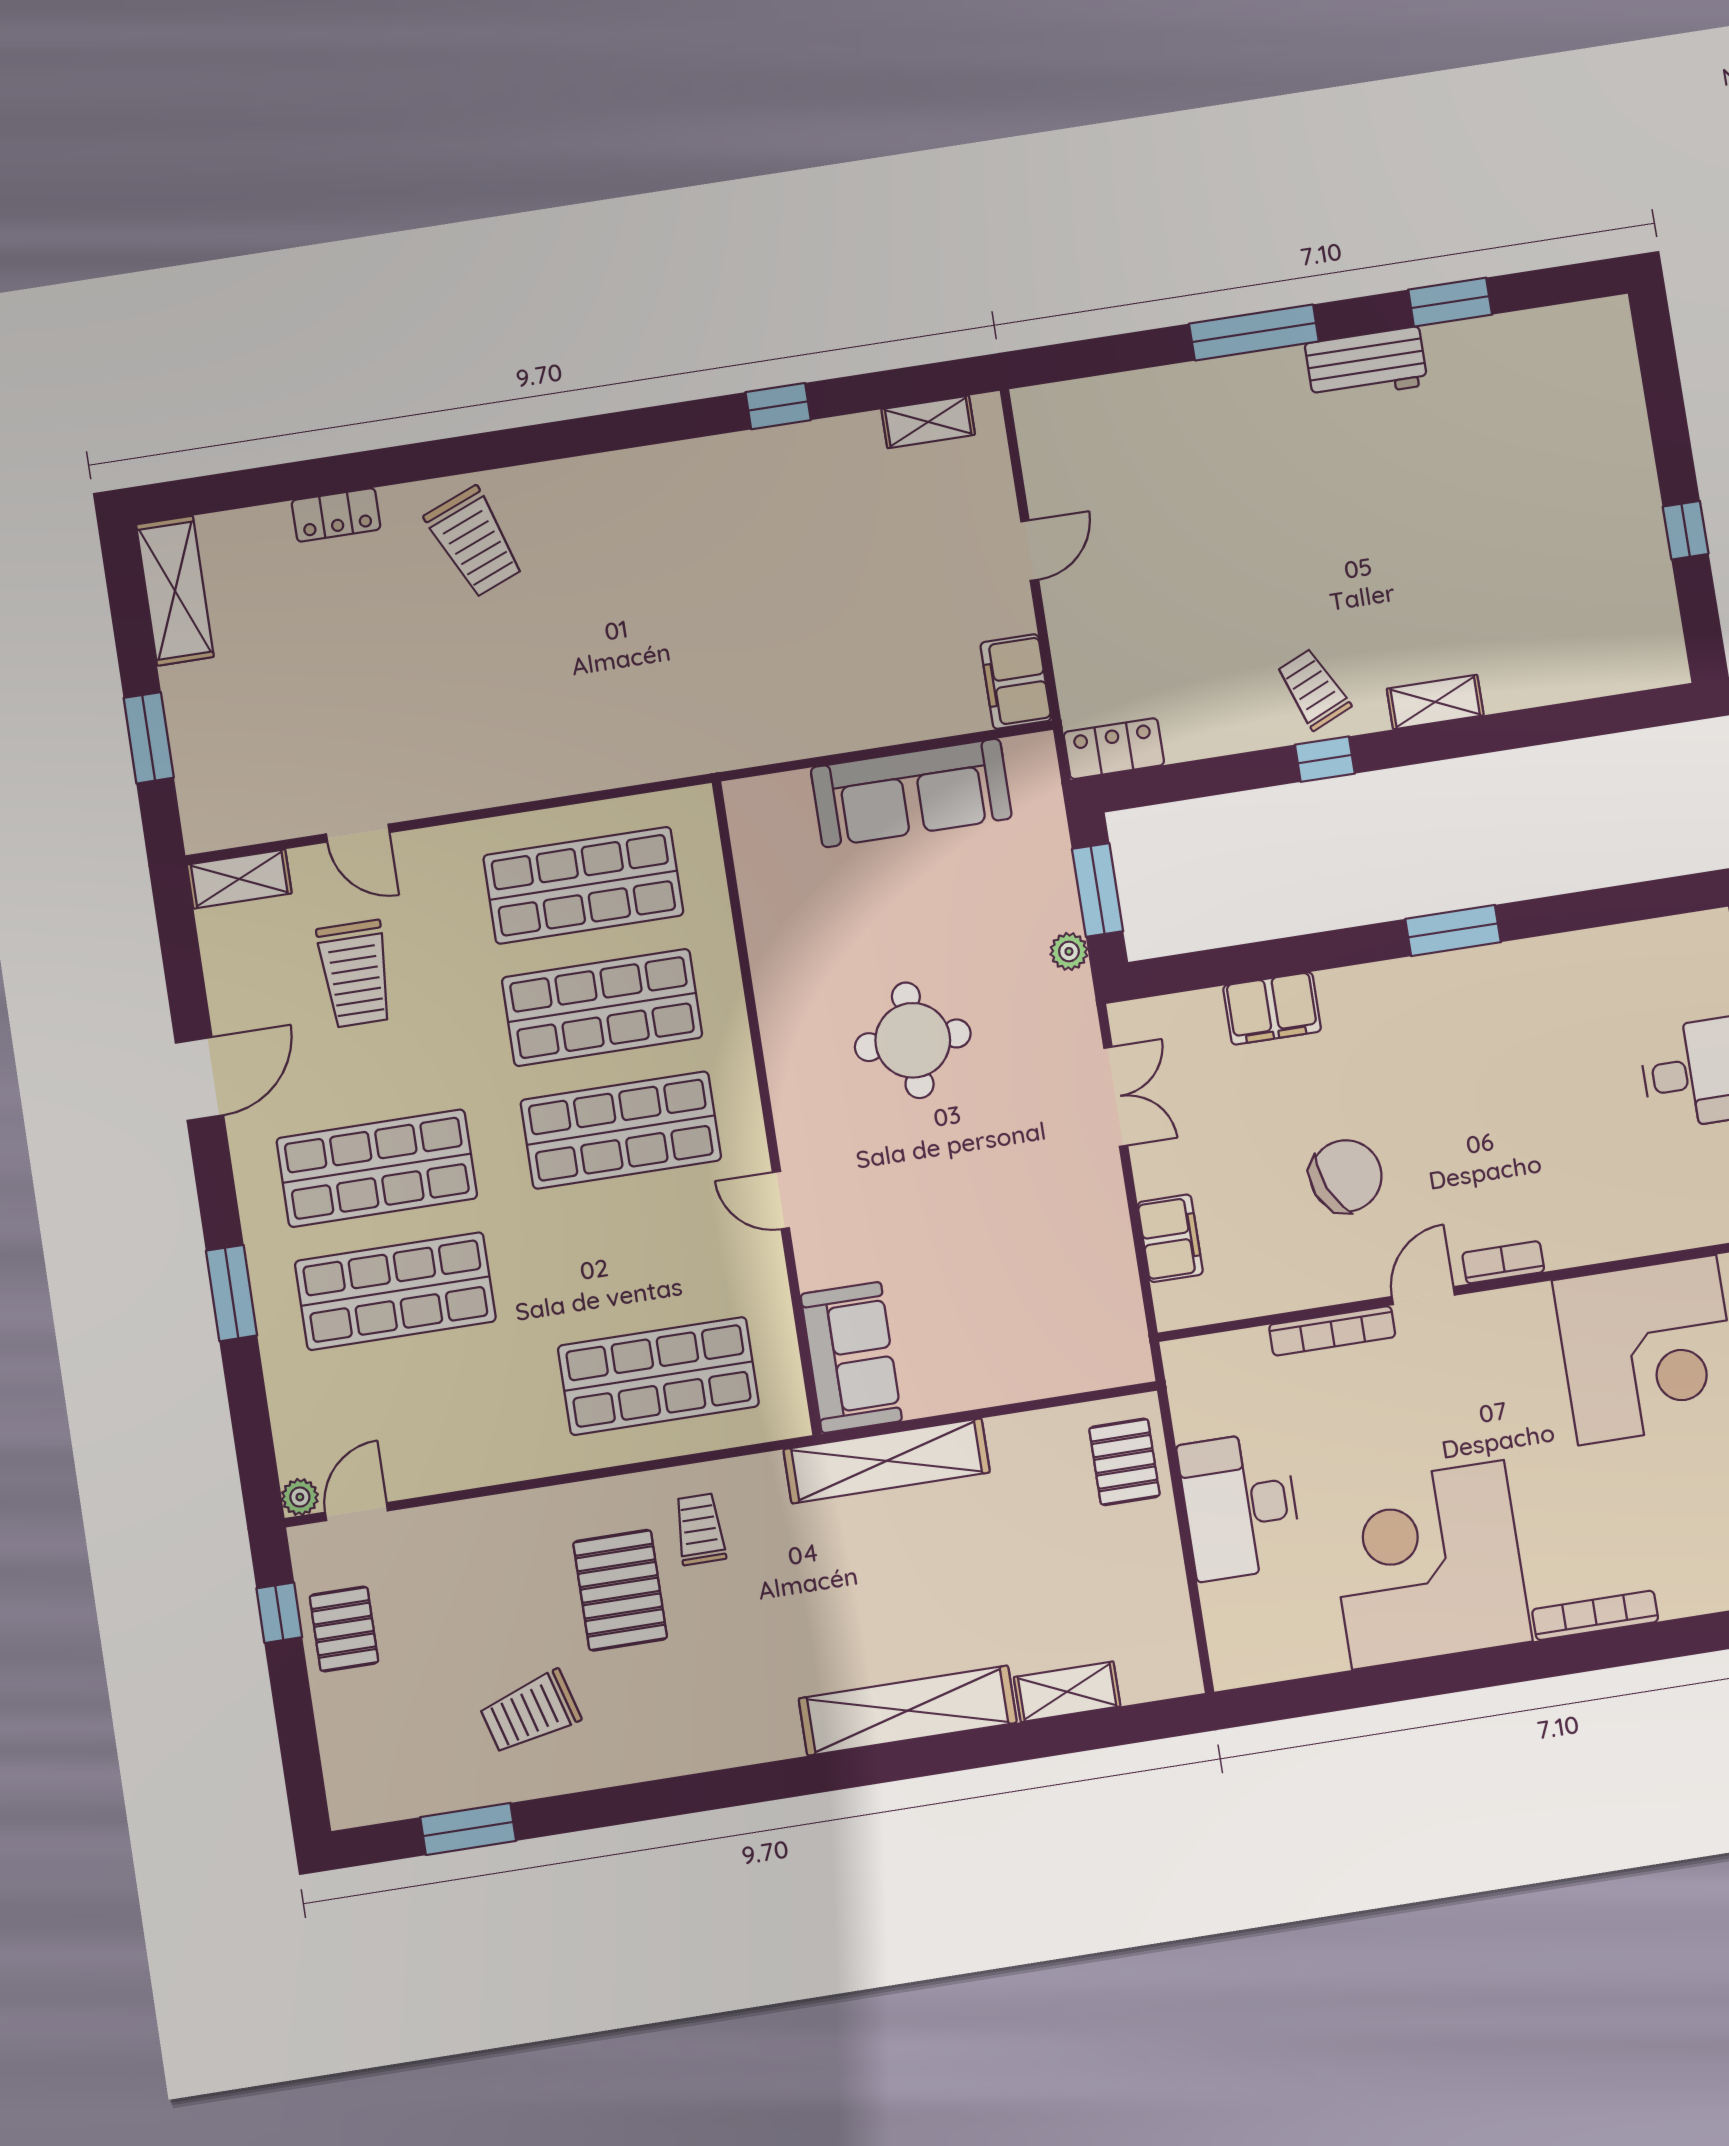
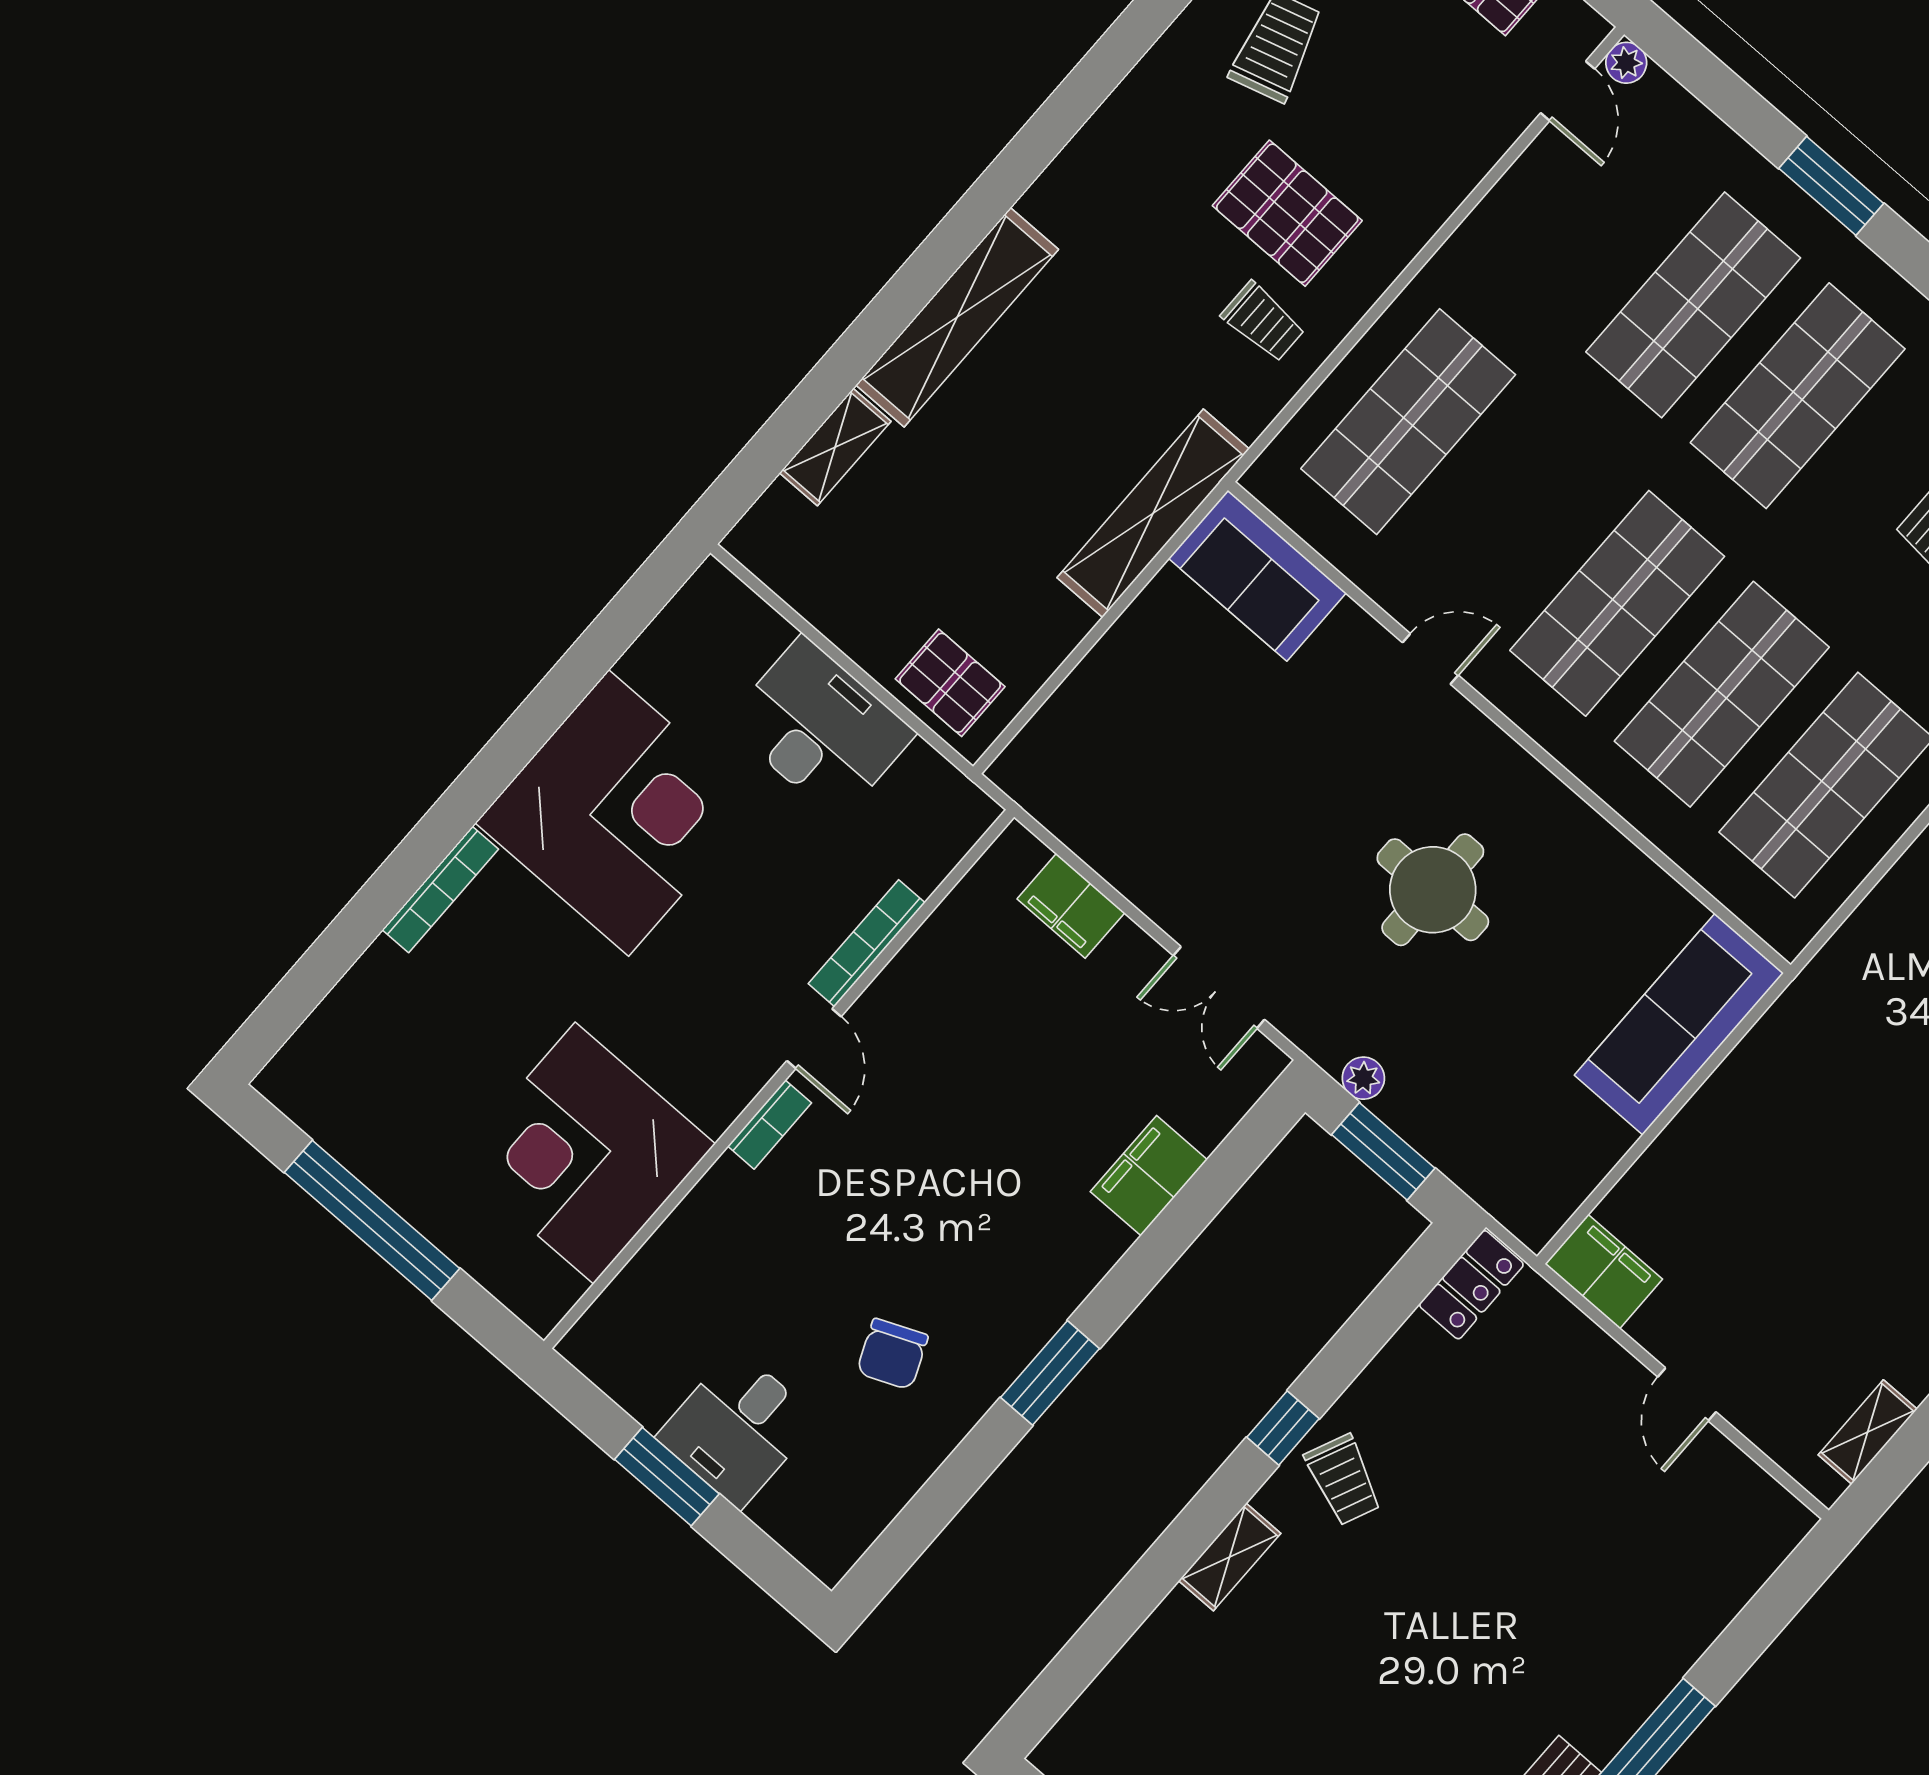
trolley: (1313, 689) -> (1343, 1480), turned 48
sofa: (911, 793) -> (1679, 1024), moved
chair: (1346, 1176) -> (892, 1354), moved, width x0.73, depth x0.73

